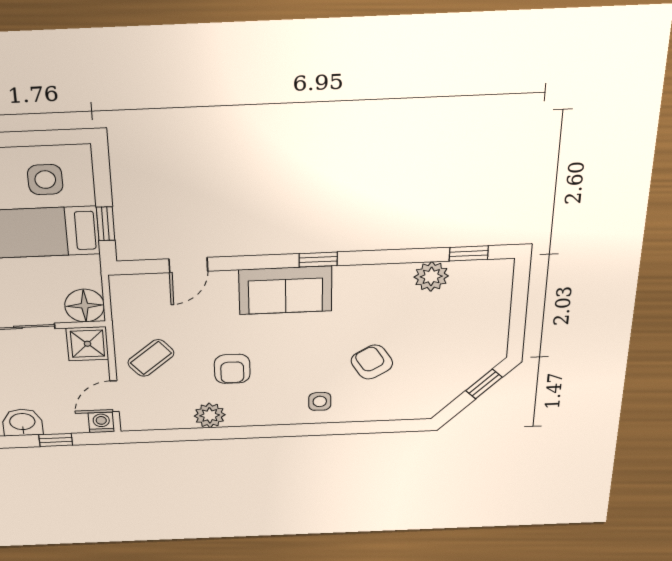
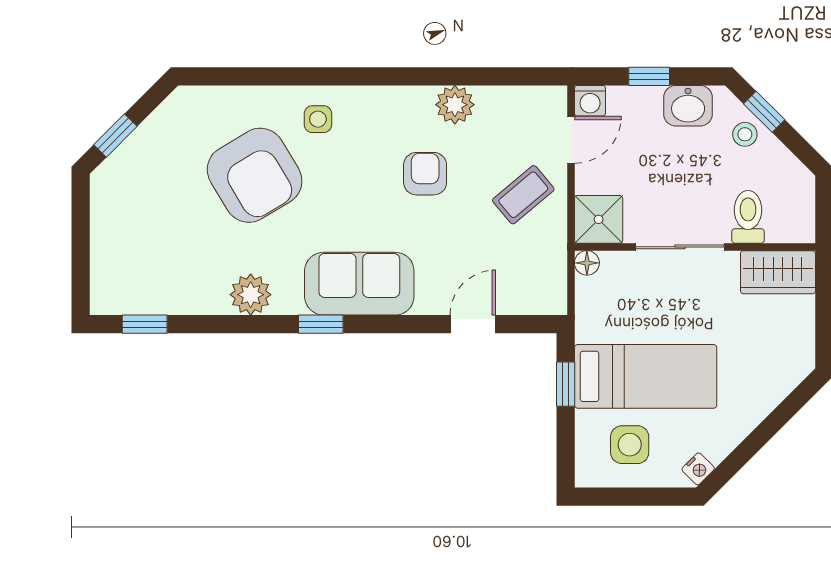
plant: (431, 276) -> (251, 295), moved
floor lamp: (85, 306) -> (587, 263), width x0.53, depth x0.53
armchair: (372, 362) -> (255, 175), width x1.88, depth x1.88

